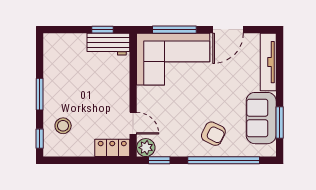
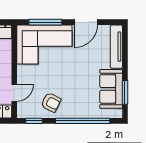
door: (133, 123) -> (14, 93), hinge flipped
armchair: (213, 134) -> (51, 102), moved
plant: (146, 148) -> (24, 111), removed

